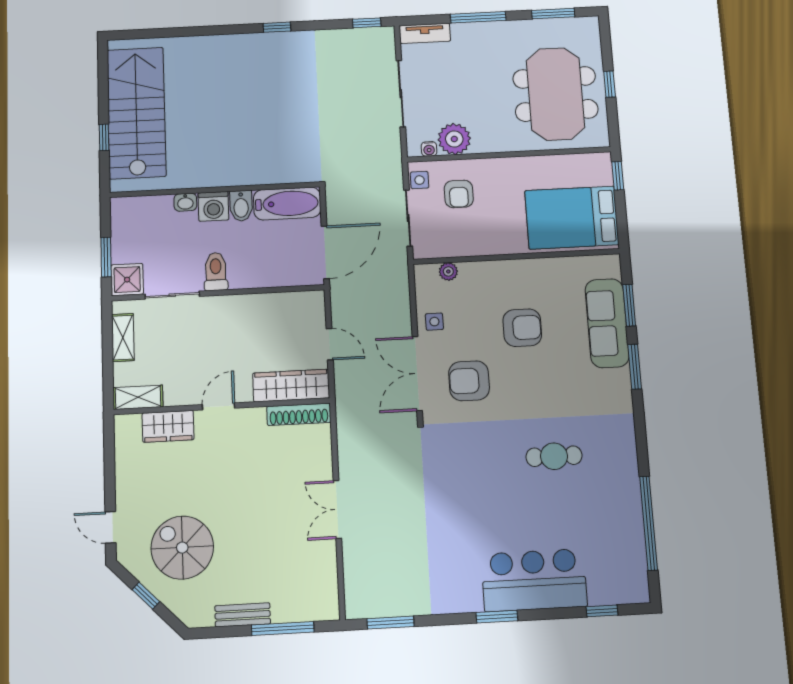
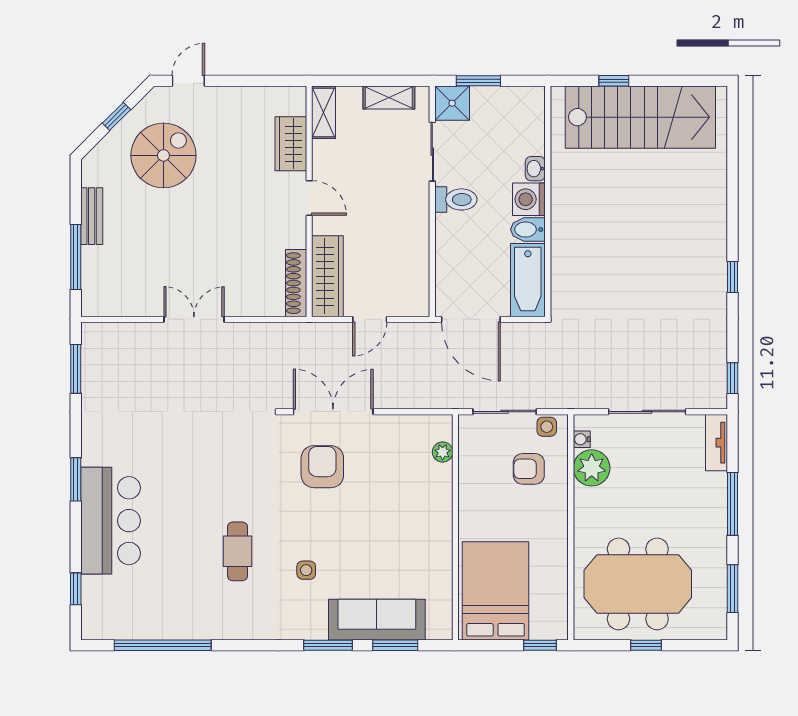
side table: (434, 322) -> (306, 570), moved
armchair: (522, 328) -> (377, 528), removed

